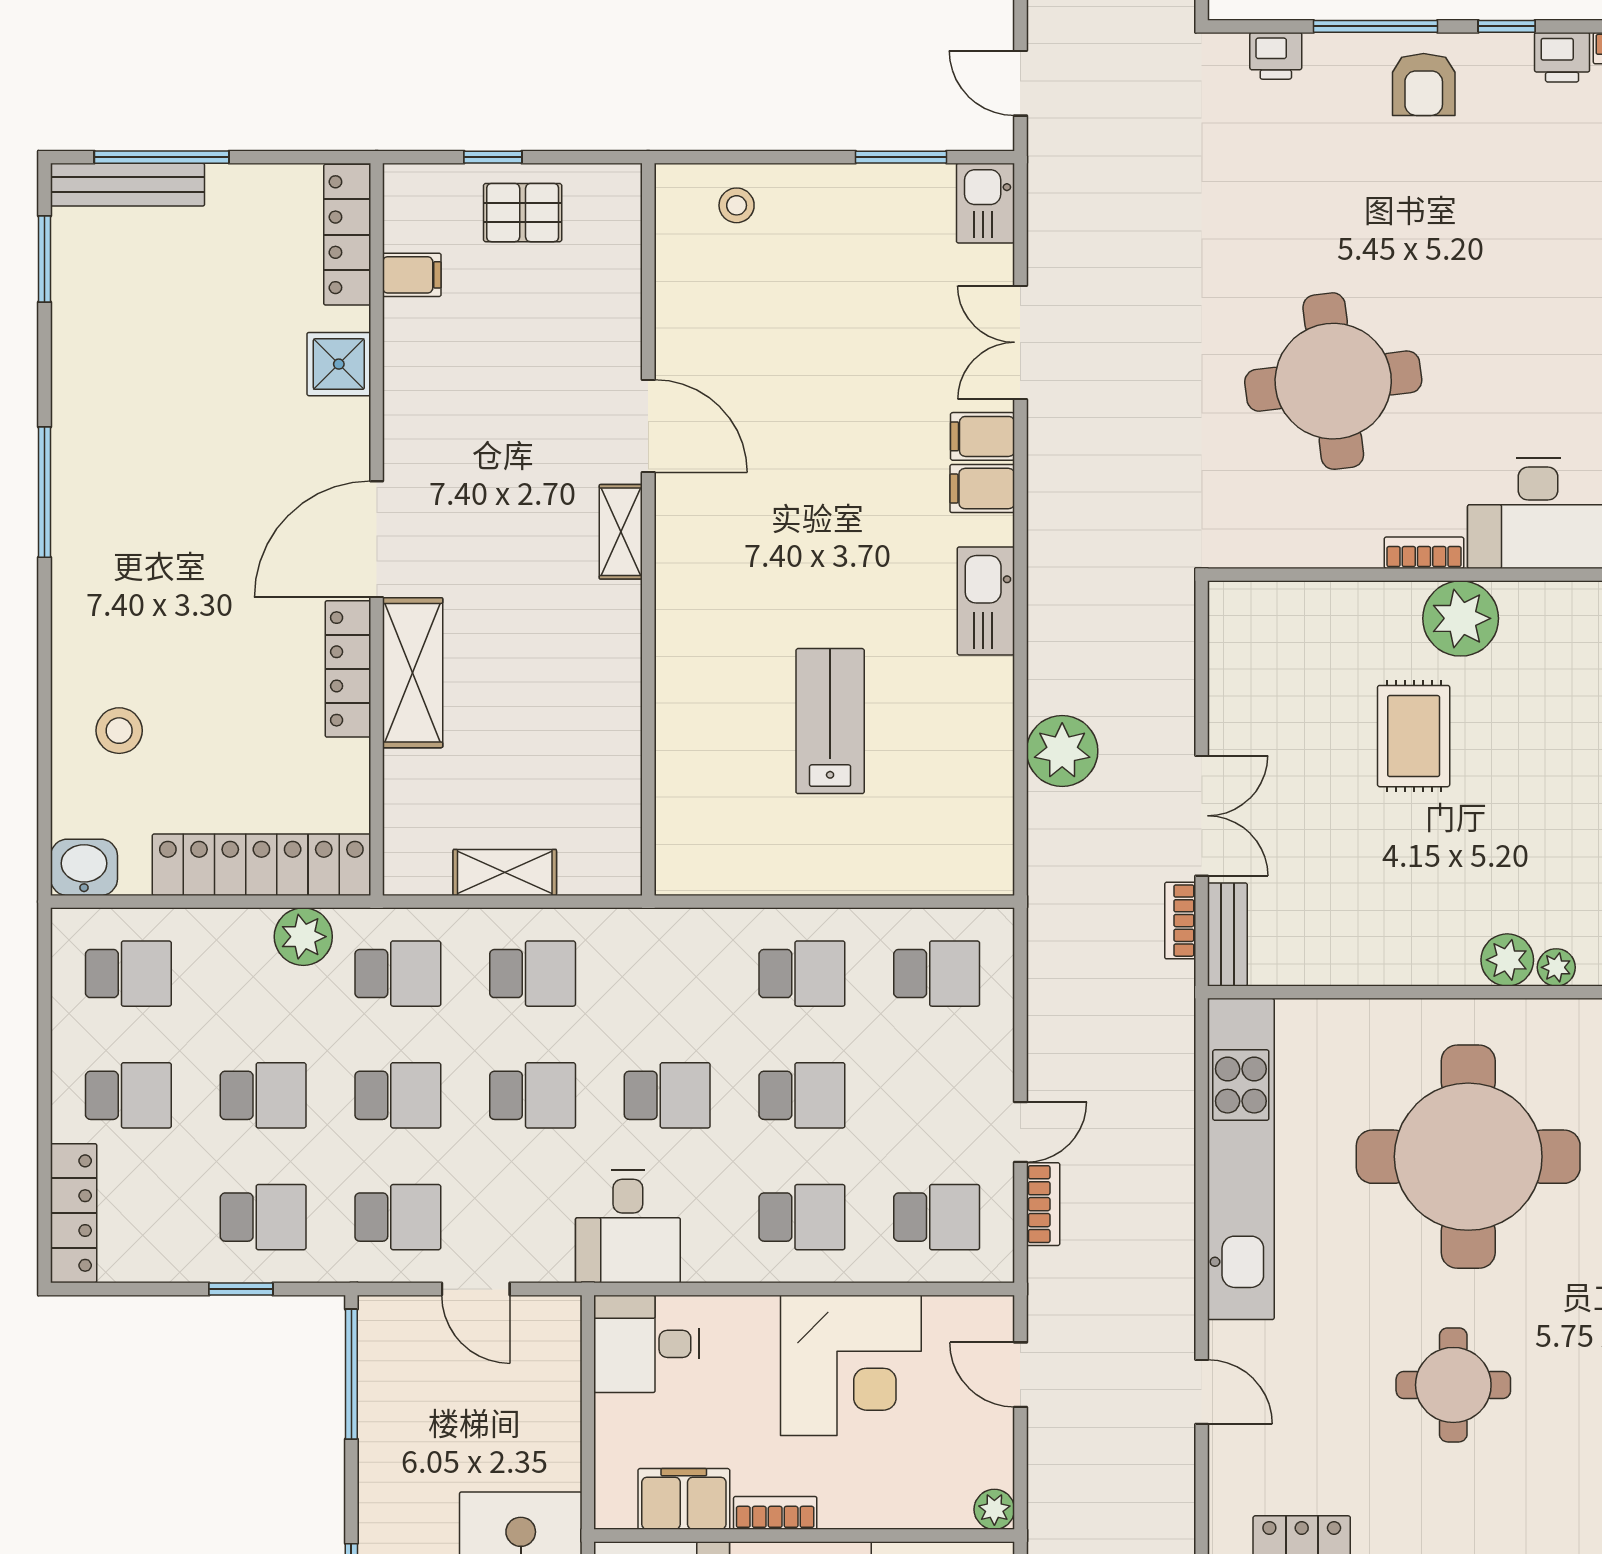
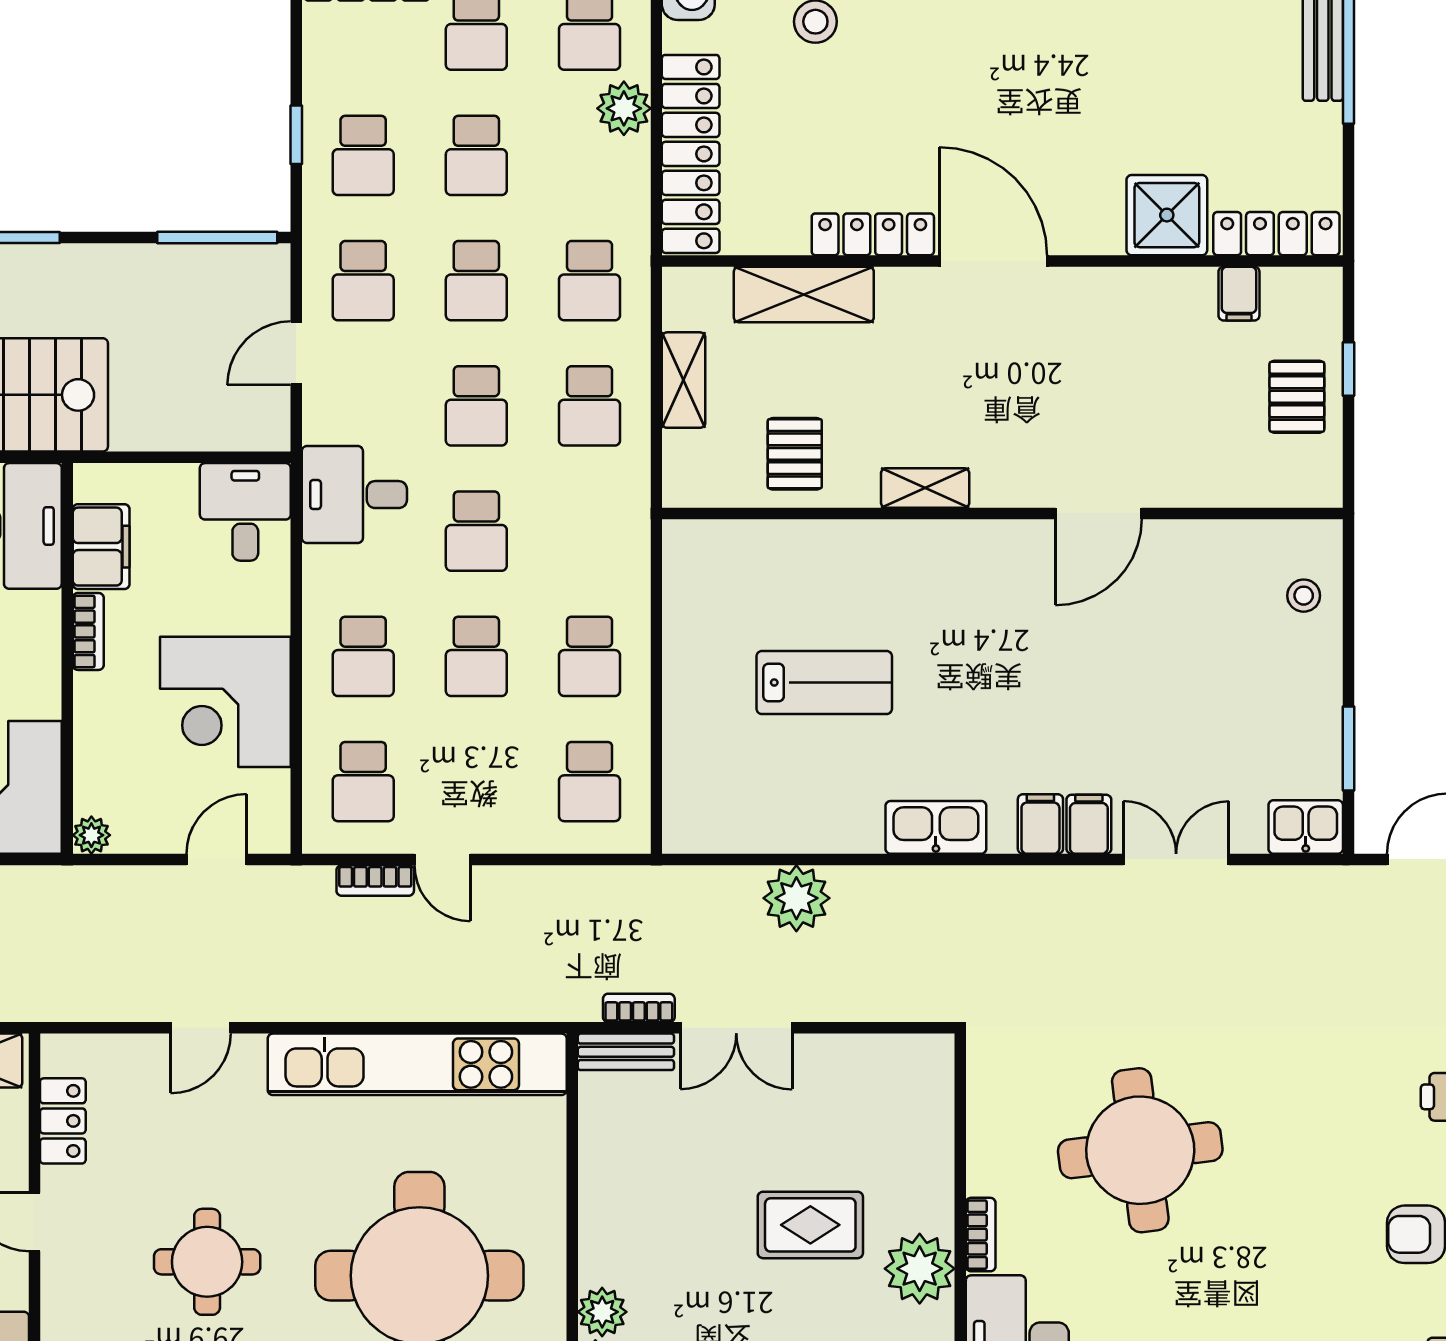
shower: (339, 364) -> (1167, 215), width x1.36, depth x1.36
shelving: (621, 532) -> (925, 488), moved
shelving: (413, 673) -> (804, 294), moved
pallet: (584, 753) -> (795, 454), added
plant: (303, 937) -> (624, 108), moved

